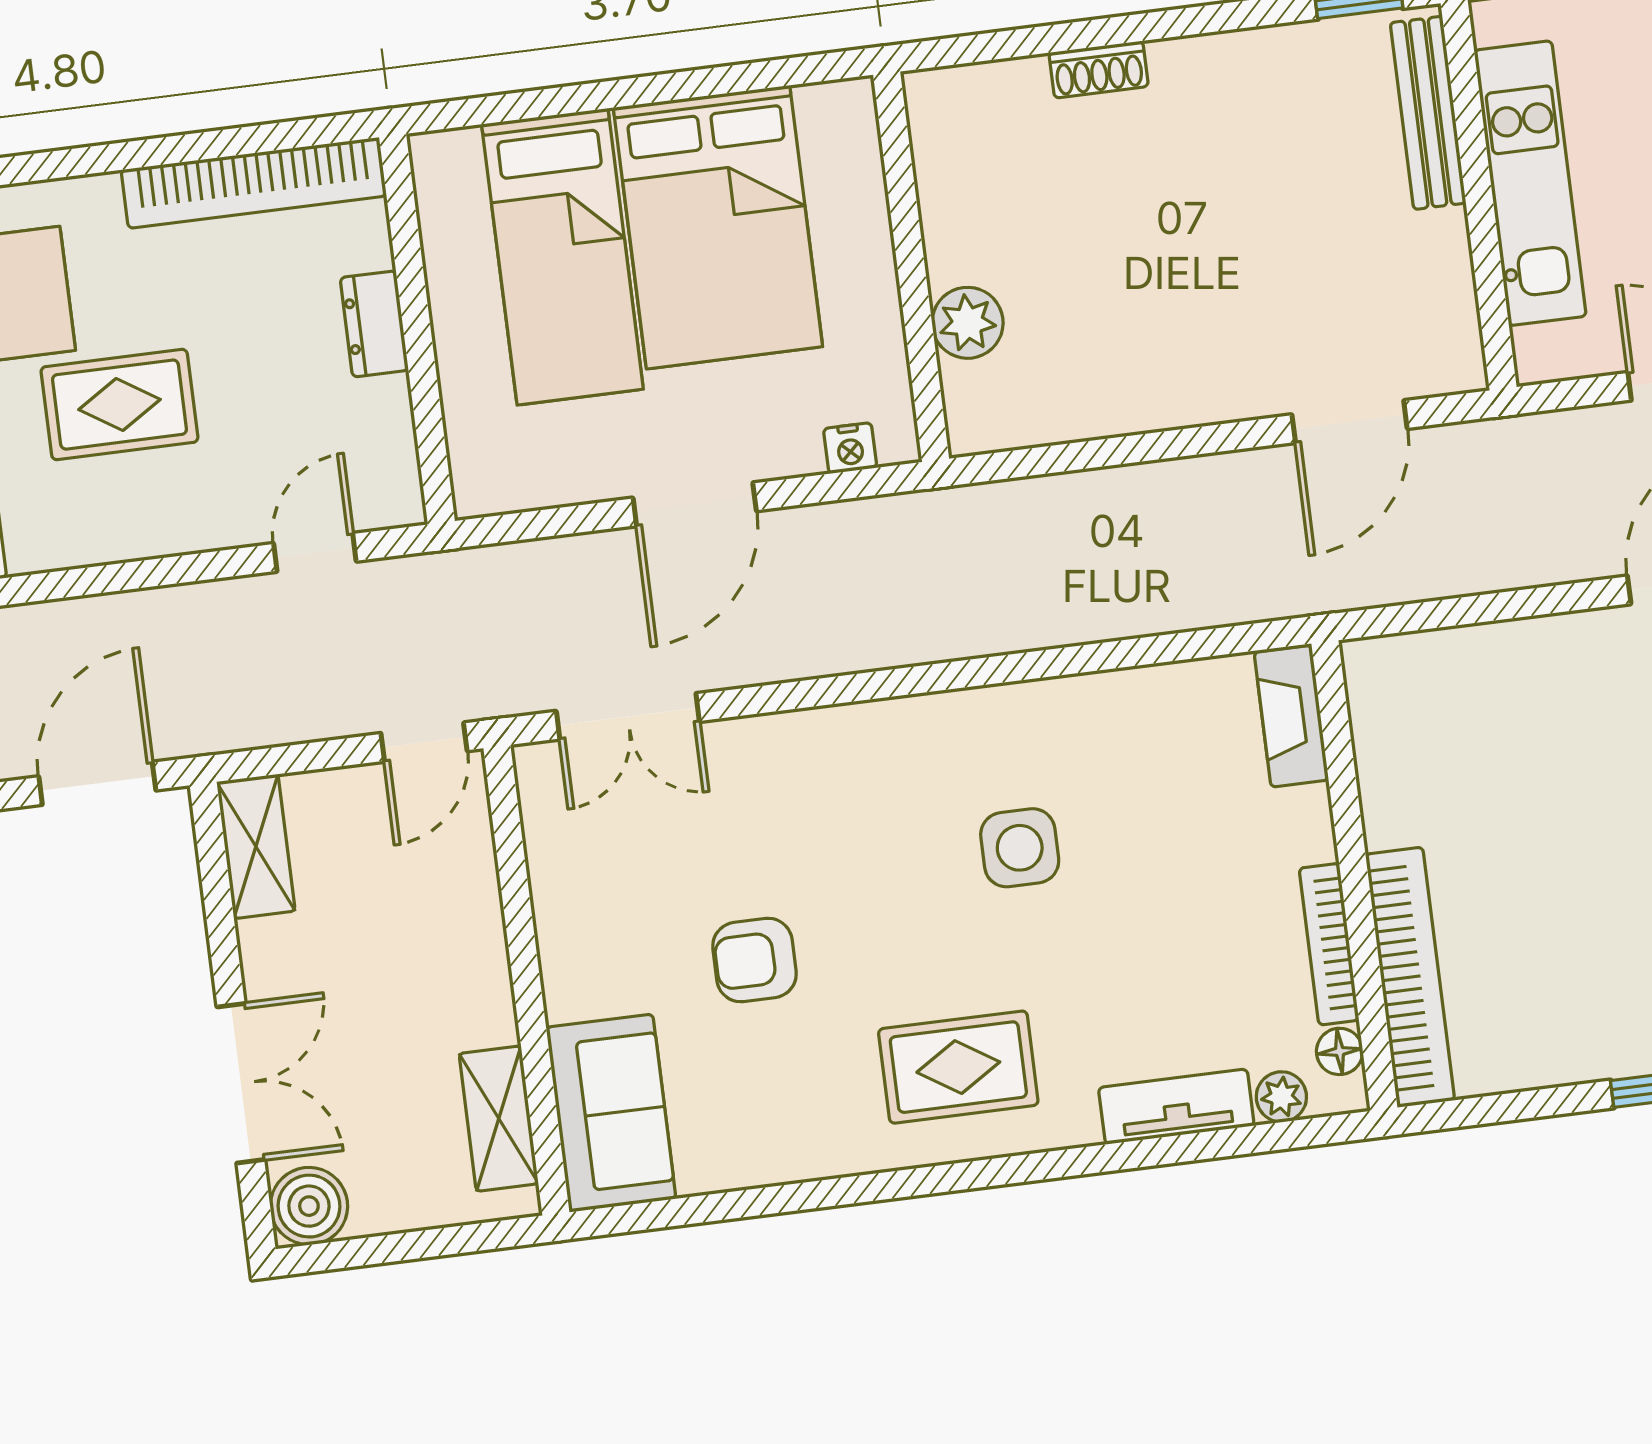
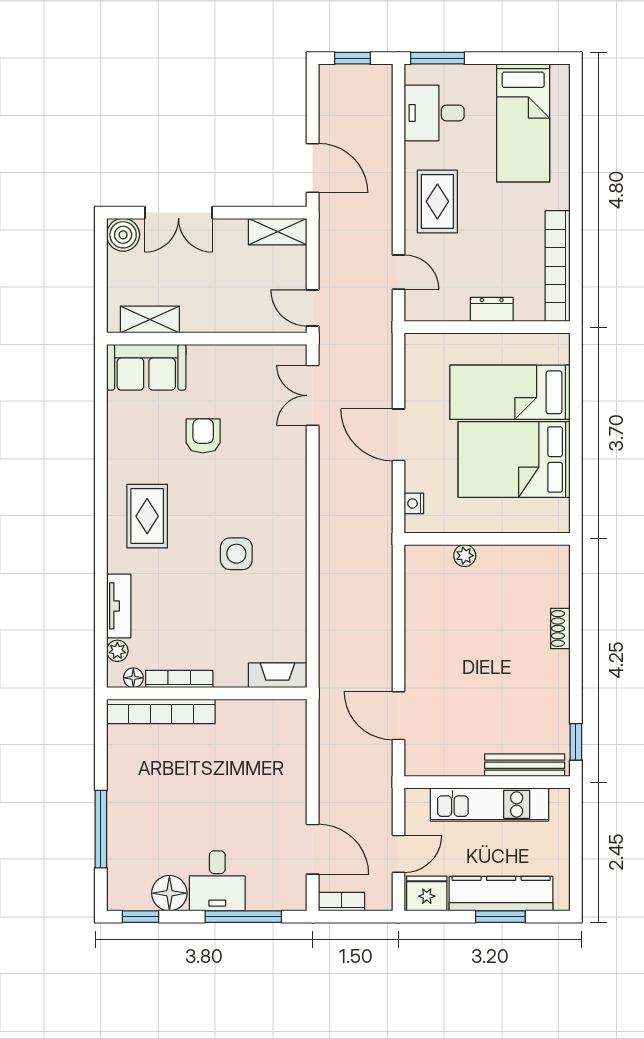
plant: (968, 323) -> (465, 556), width x0.73, depth x0.73
rug: (119, 405) -> (437, 201), moved

